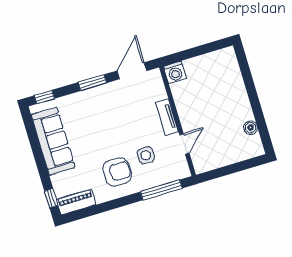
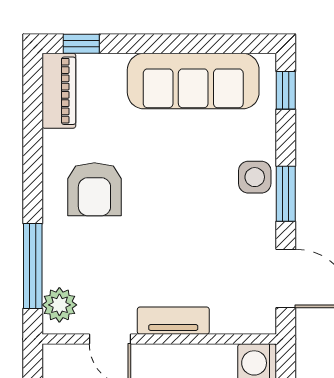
side table: (146, 155) -> (255, 177), moved
plant: (176, 172) -> (59, 305), added

